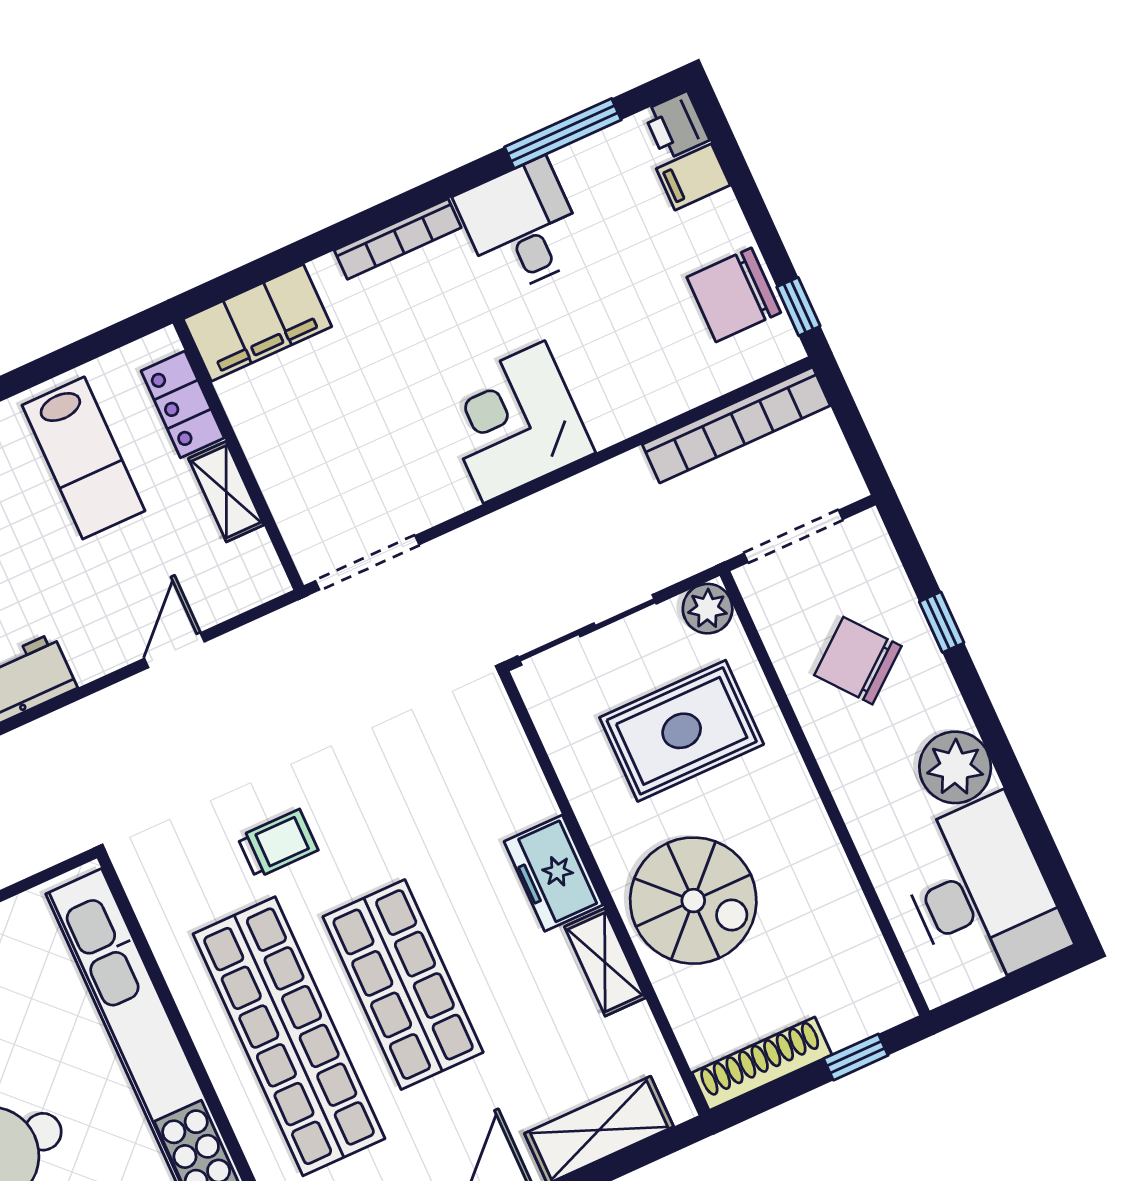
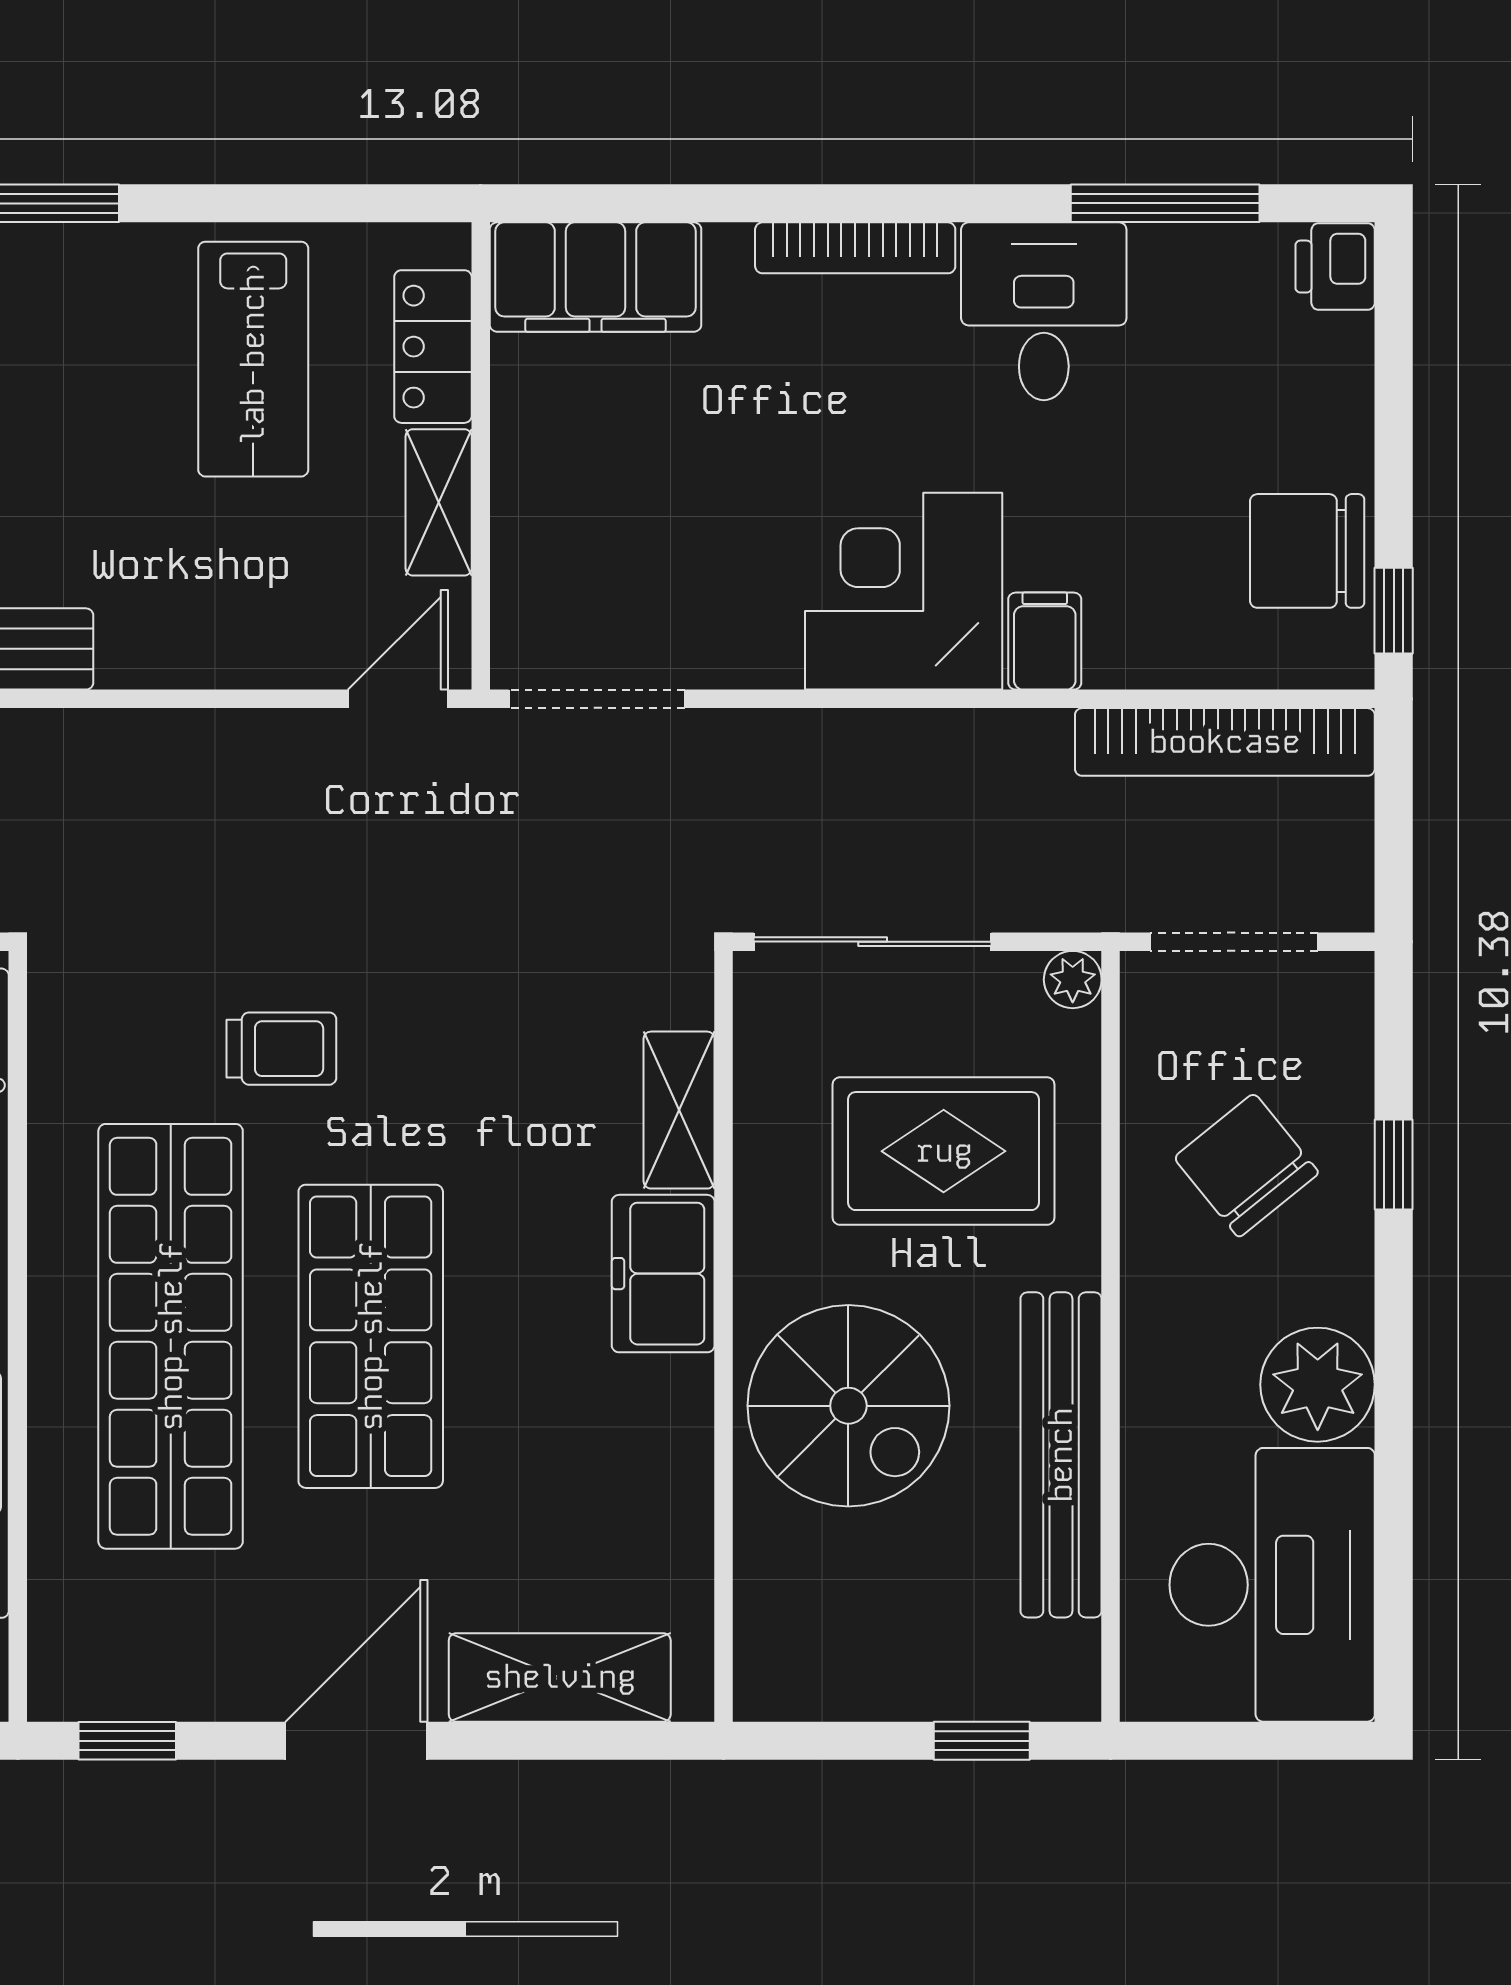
filing cabinet: (693, 177) -> (1045, 641), moved, turned 90
plant: (708, 609) -> (1073, 980), width x0.73, depth x0.73
door: (174, 650) -> (398, 699), moved
bench: (827, 874) -> (1061, 1455), added
shelving: (605, 962) -> (679, 1110), moved
shoe rack: (762, 1064) -> (841, 1688), removed

